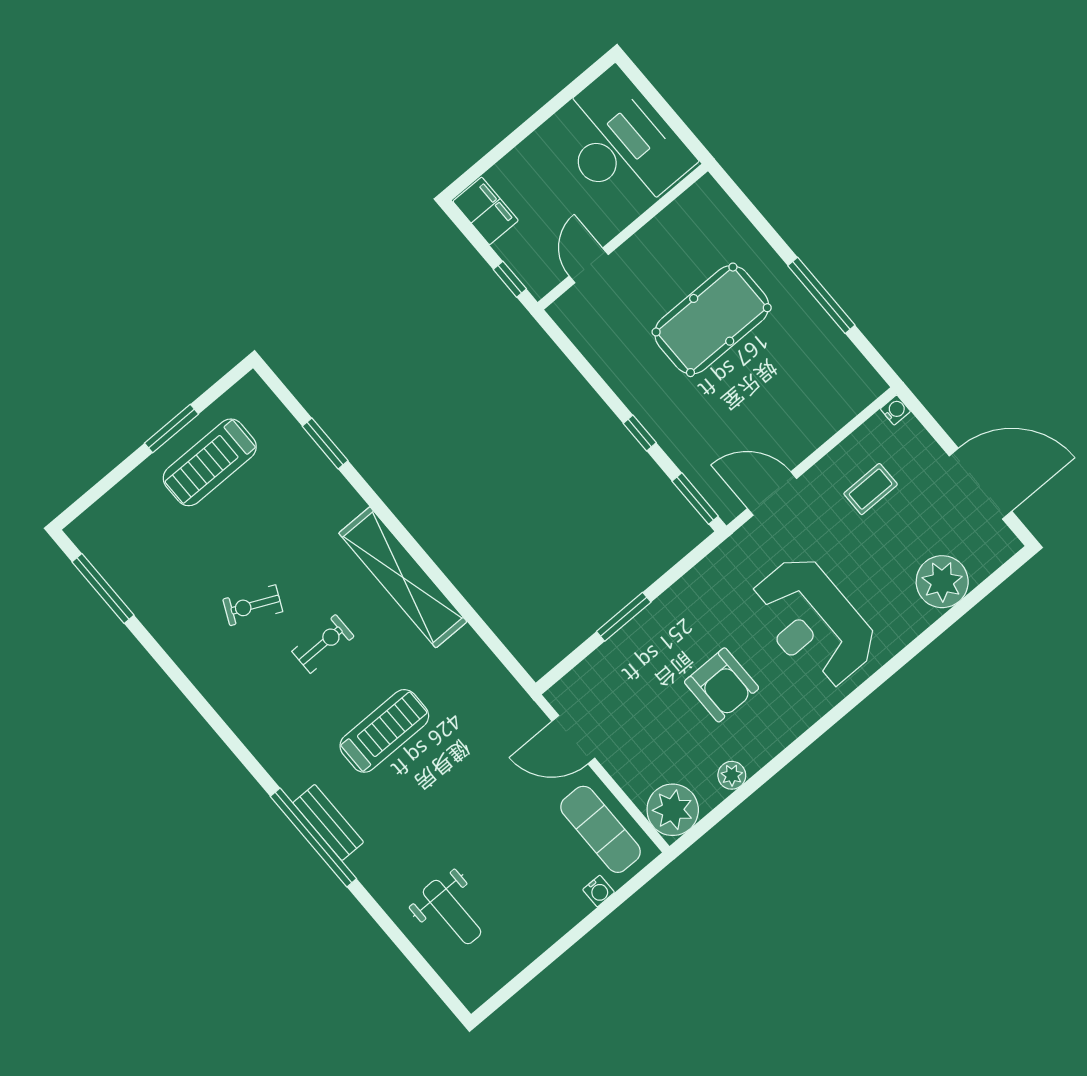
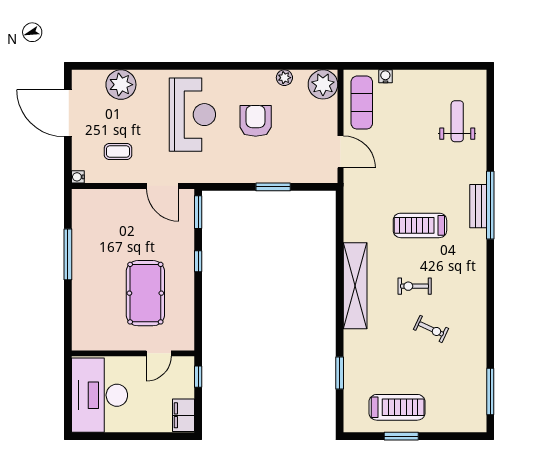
pool table: (712, 320) -> (145, 293), moved, turned 90

